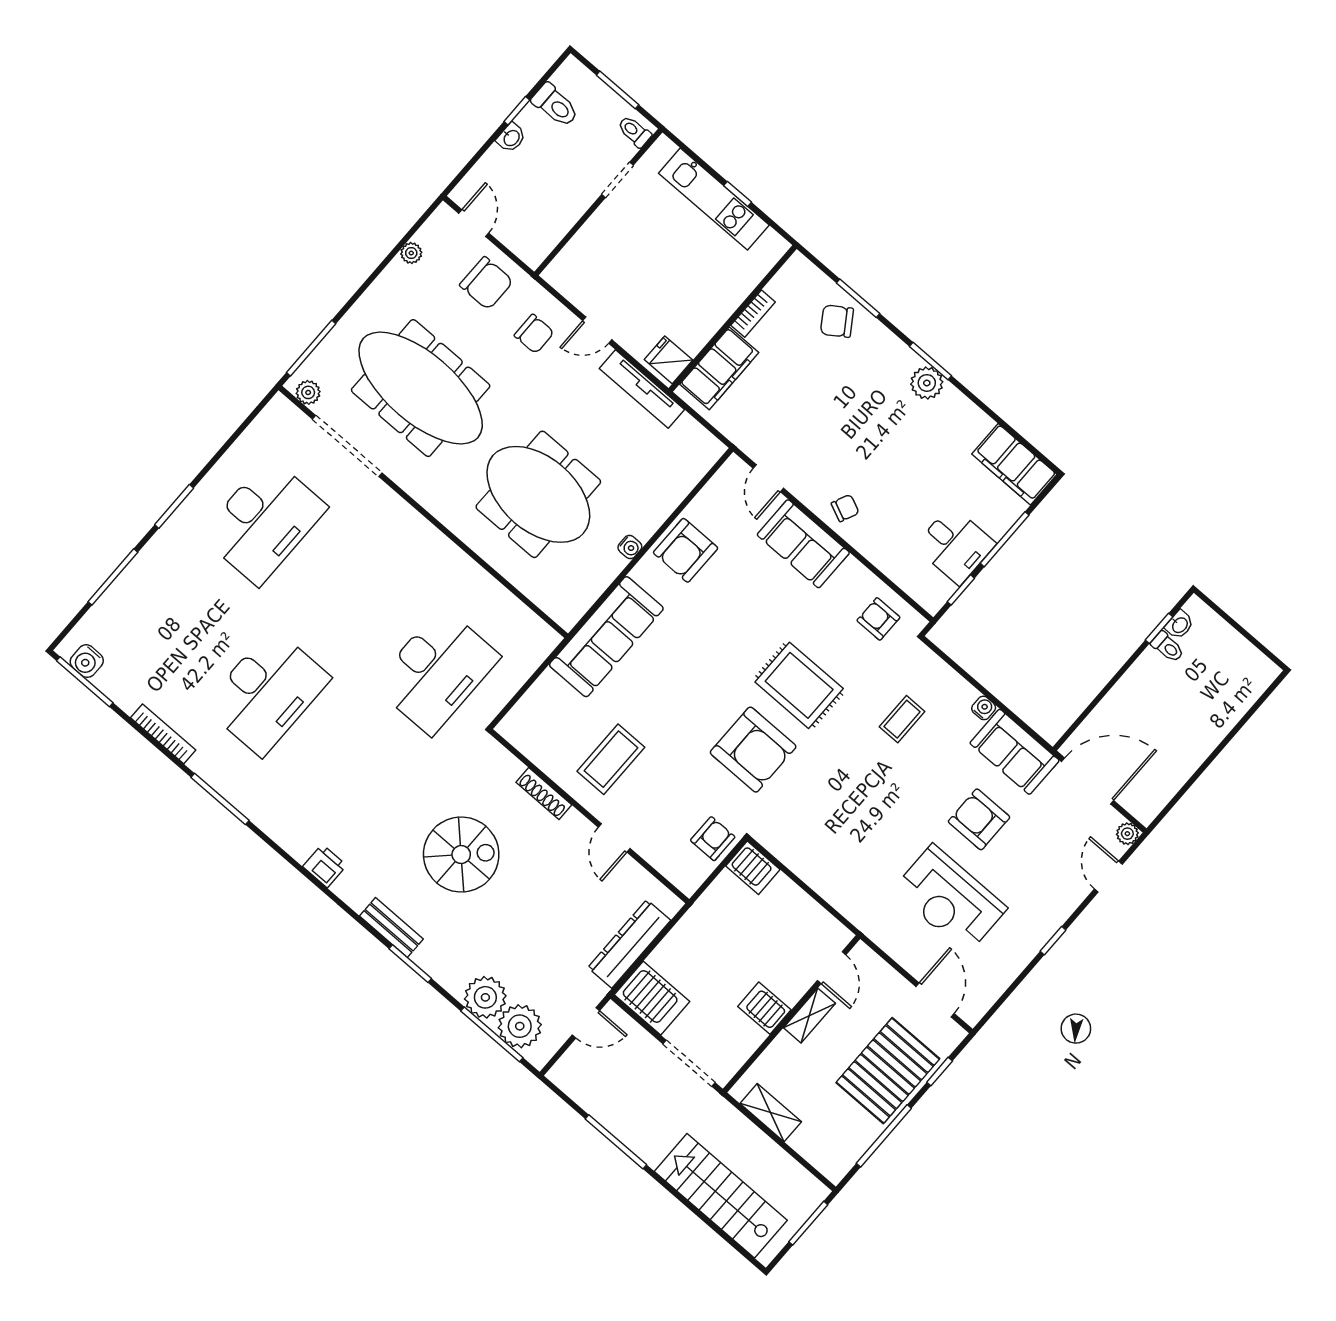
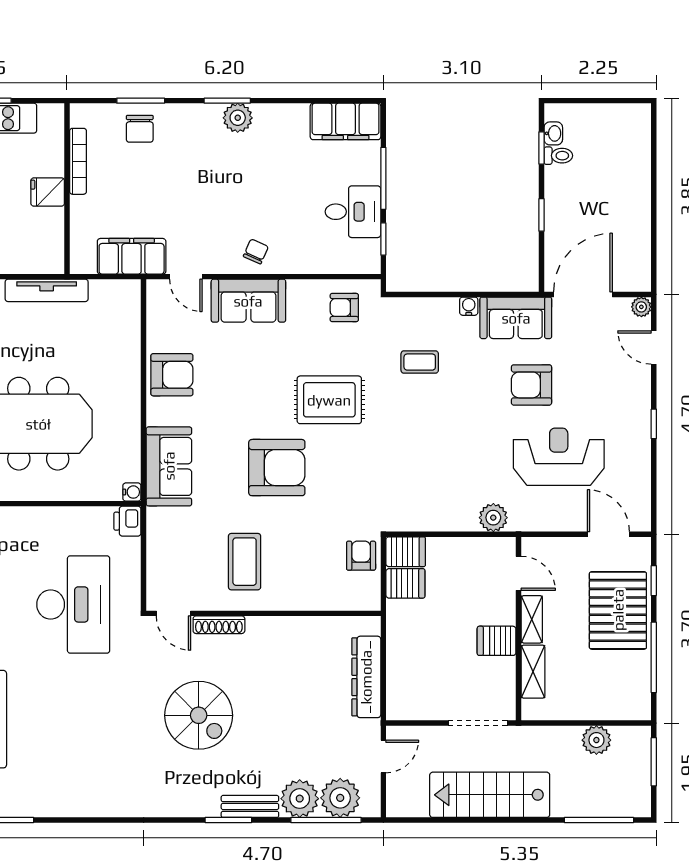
bookcase: (753, 314) -> (78, 161), width x1.56
chair: (837, 321) -> (140, 129), turned -56
fridge: (669, 360) -> (48, 192), moved
filing cabinet: (719, 368) -> (132, 256), moved, turned -90
water cooler: (630, 547) -> (132, 492), moved
armchair: (686, 550) -> (172, 375), turned -90
sofa: (606, 637) -> (169, 466), width x0.73
window: (1110, 684) -> (542, 215), added
coffee table: (902, 719) -> (420, 362), turned 90
armchair: (753, 750) -> (277, 468), moved
door: (614, 838) -> (173, 613), moved
spiral stairs: (461, 855) -> (199, 715), turned 90
printer: (325, 866) -> (127, 521), moved, turned -90
reception desk: (950, 899) -> (559, 457), turned 180
plant: (851, 903) -> (493, 518), added
bench: (391, 928) -> (250, 806), moved
server rack: (652, 998) -> (405, 583), moved, width x0.73, depth x0.70
shelving: (771, 1113) -> (533, 672), moved, turned 90
window: (616, 1142) -> (599, 820), moved
plant: (776, 1163) -> (596, 740), added
stairs: (721, 1196) -> (490, 795), moved

